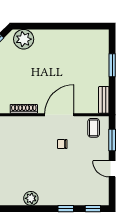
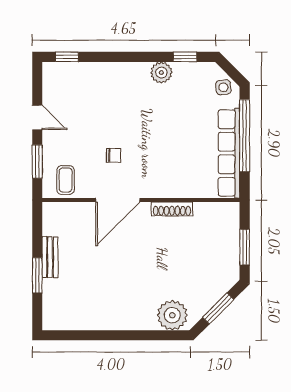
bench: (104, 100) -> (50, 257), moved
window: (66, 209) -> (185, 57), moved

